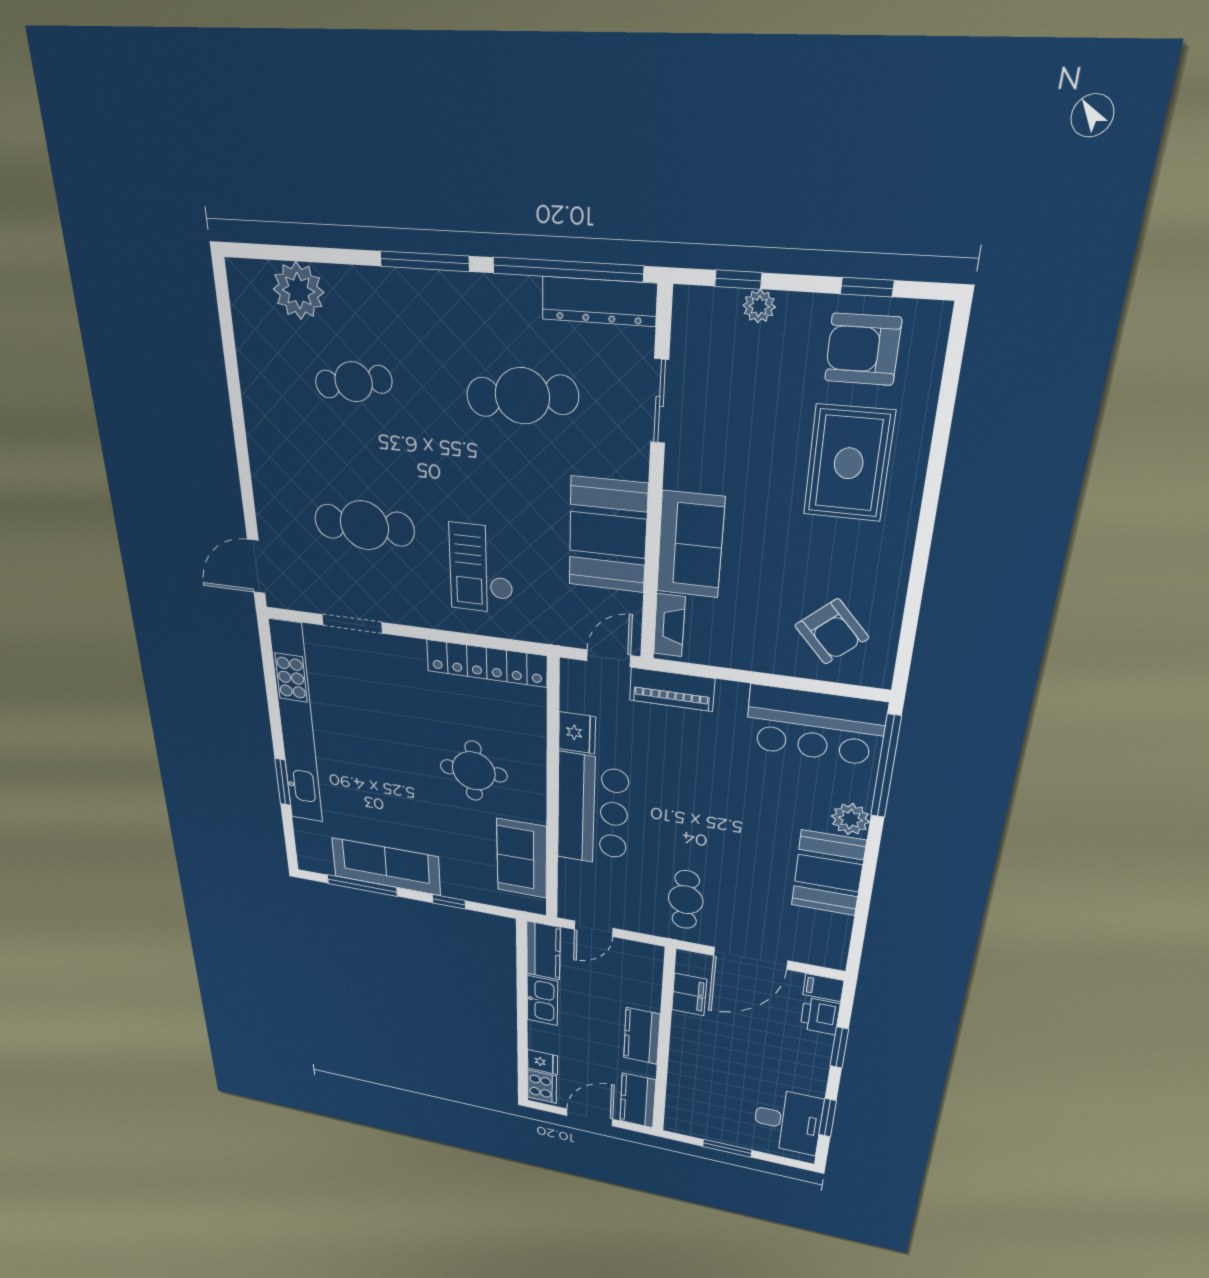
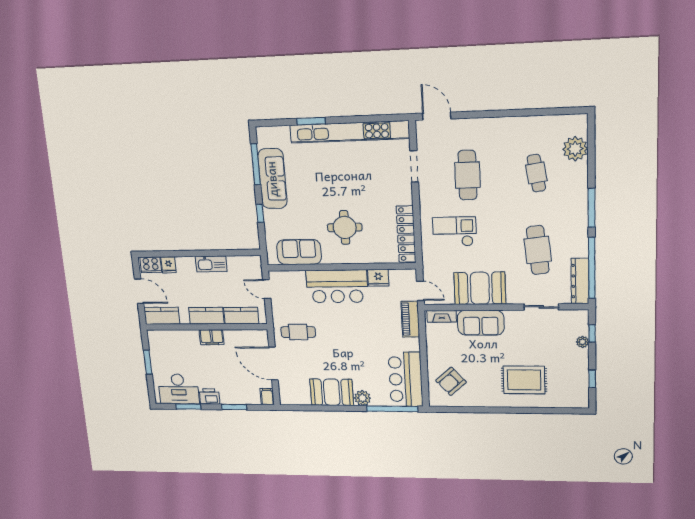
armchair: (863, 349) -> (569, 380), removed
kitchen counter: (543, 951) -> (241, 316), moved, turned 180
filing cabinet: (689, 995) -> (212, 337), moved
printer: (820, 1016) -> (209, 397), moved

